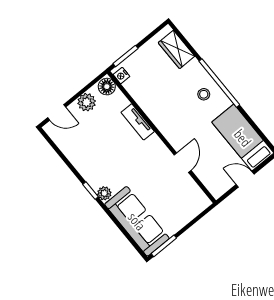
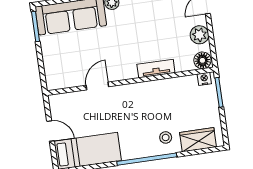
stool: (204, 94) -> (166, 137), moved
door: (183, 163) -> (97, 86), swing flipped
door: (245, 179) -> (50, 131), hinge flipped

